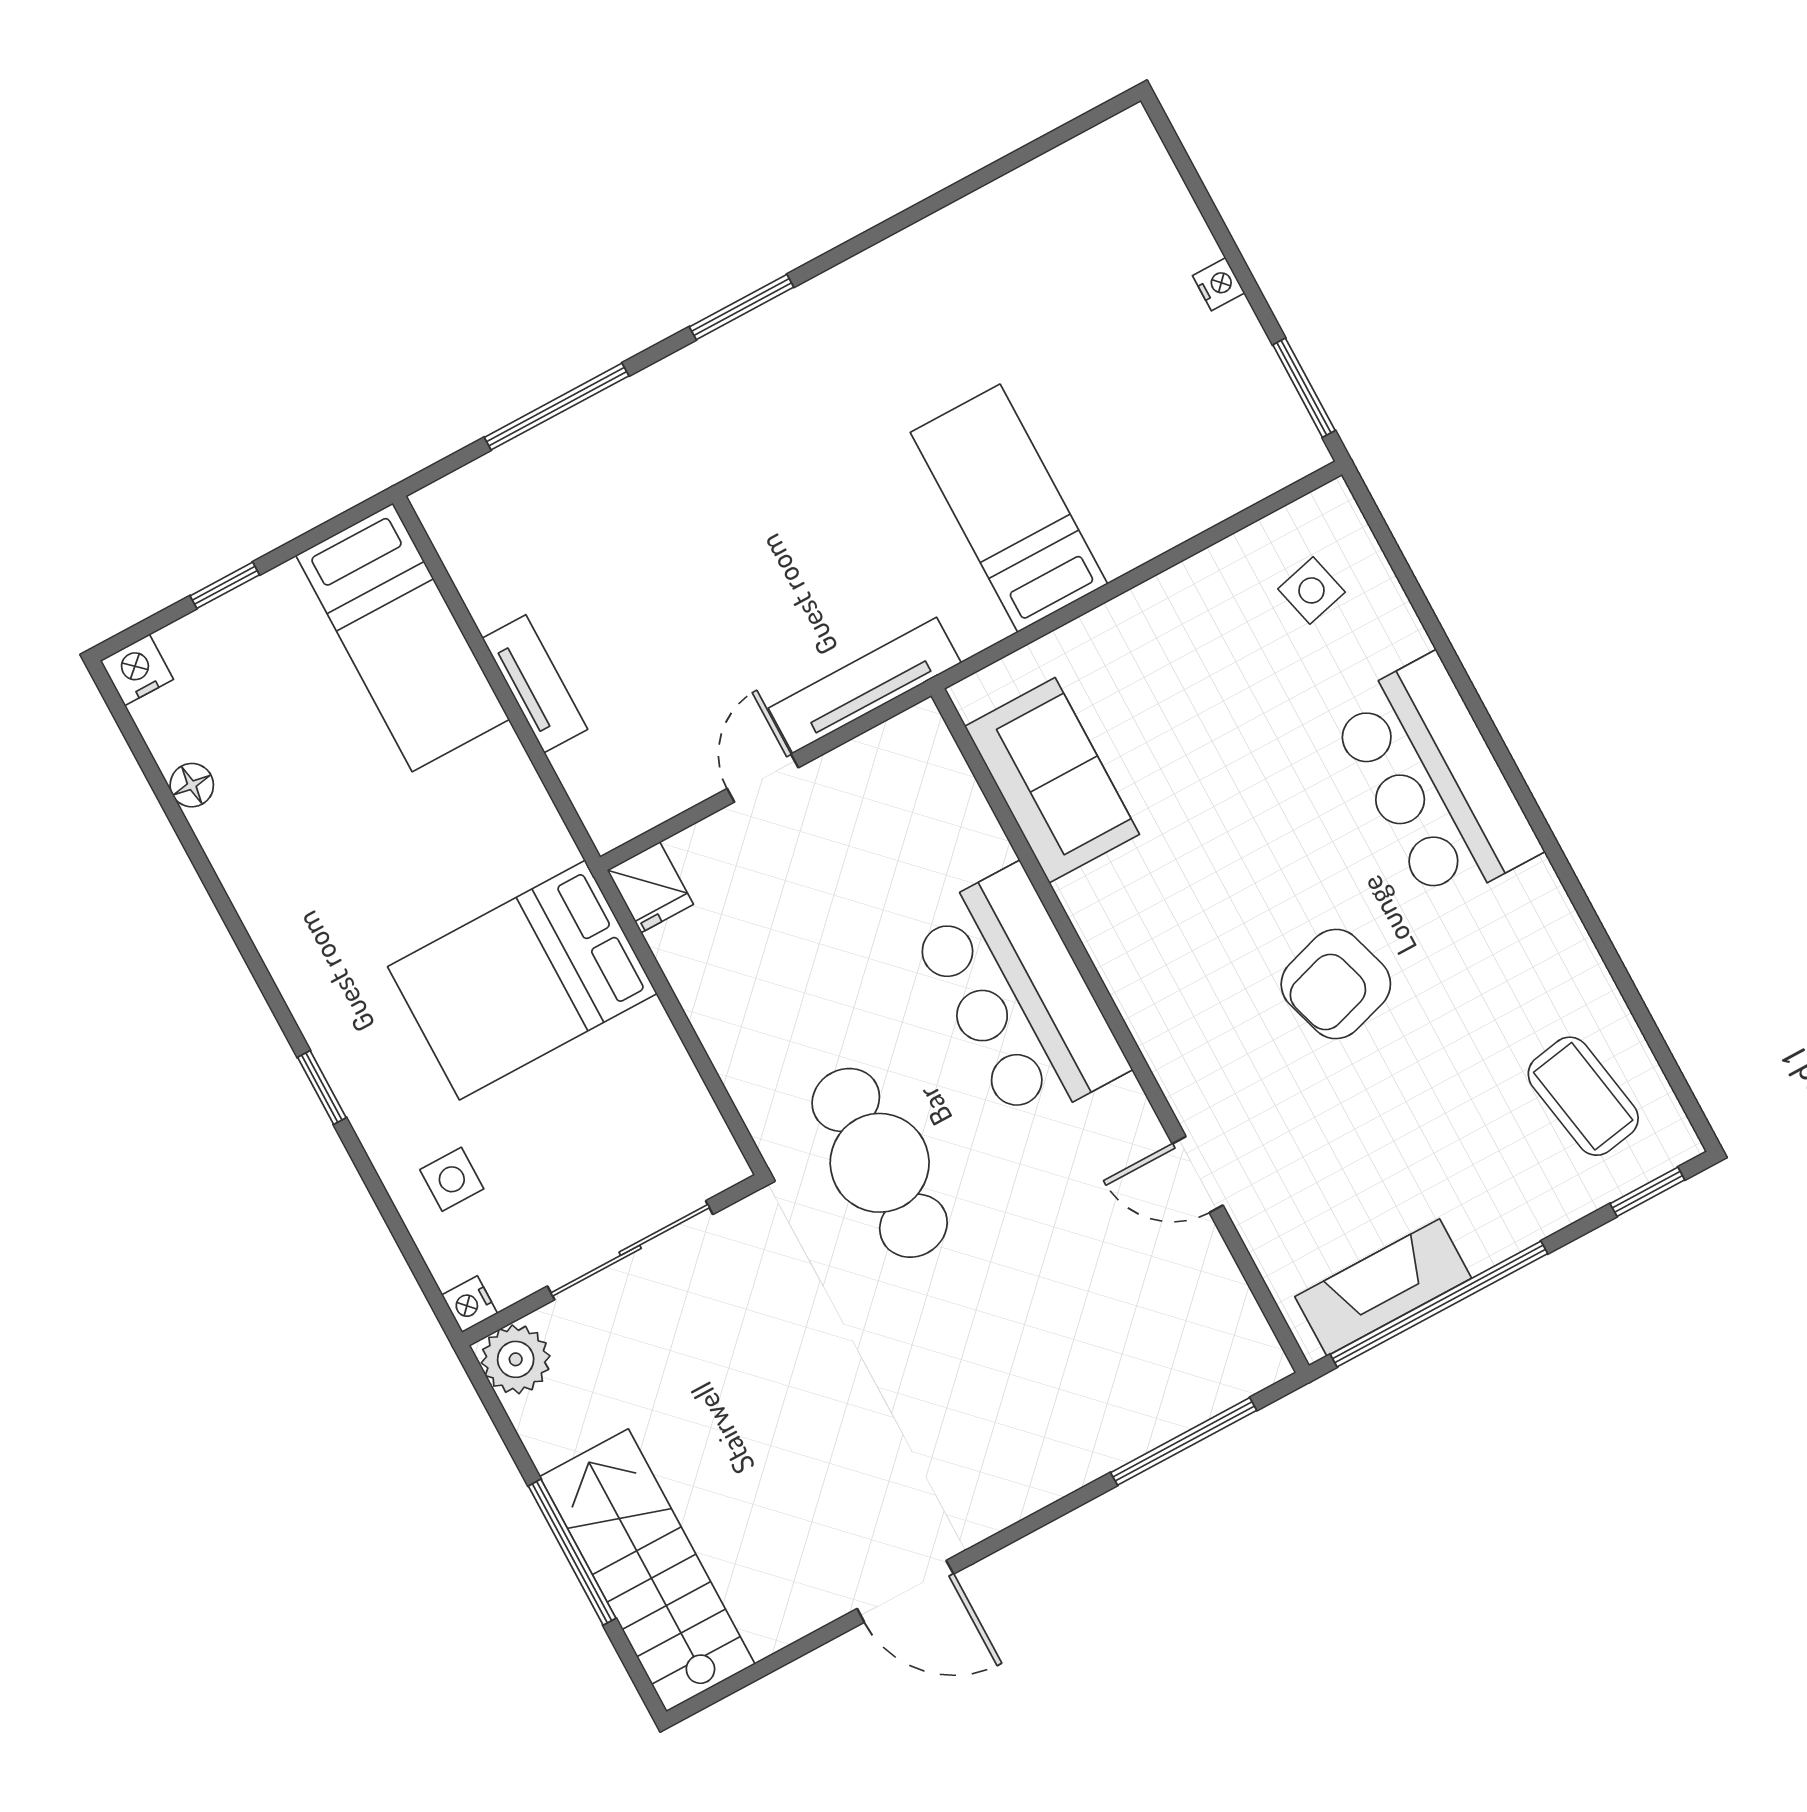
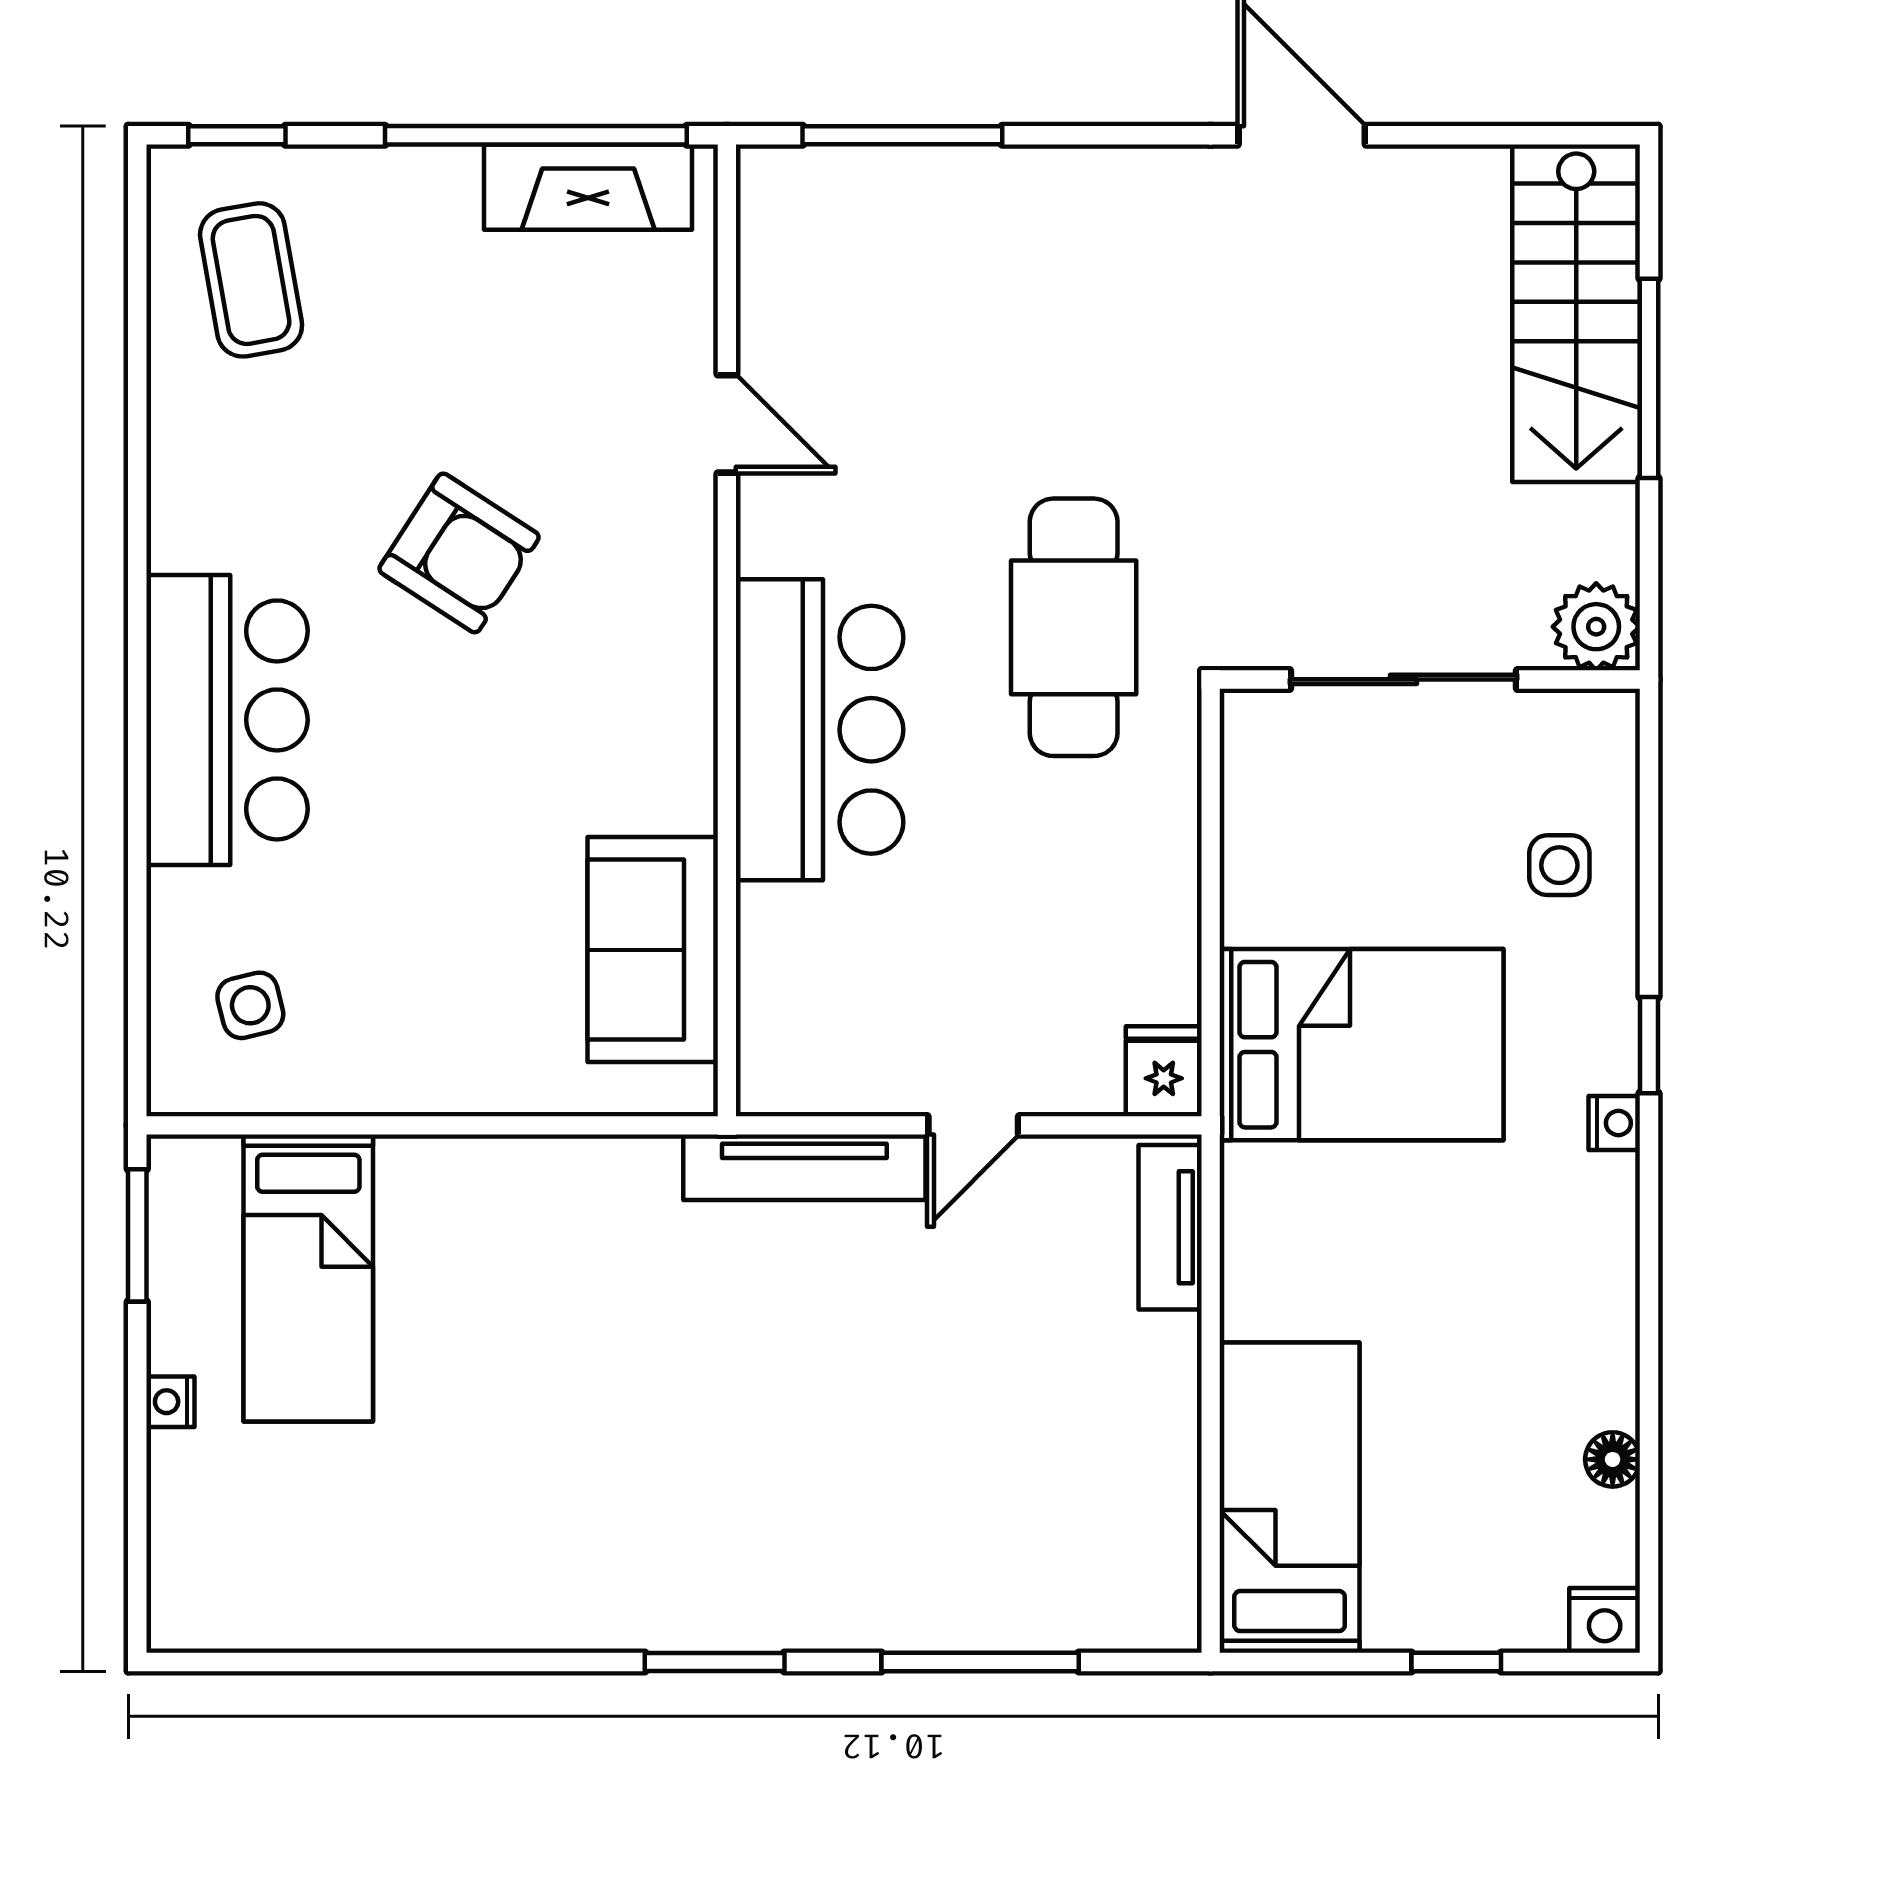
bed: (1009, 508) -> (308, 1278), moved
tv unit: (535, 684) -> (1170, 1227), moved
armchair: (1336, 984) -> (459, 553), turned 50
nightstand: (470, 1304) -> (1614, 1123), moved

